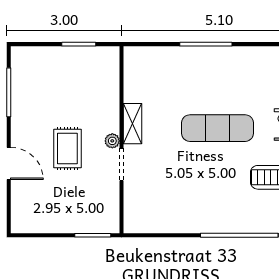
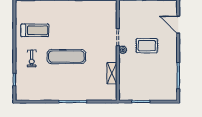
shelving: (133, 124) -> (112, 73), moved
rug: (67, 149) -> (147, 46), turned 90
door: (9, 163) -> (178, 25), moved

